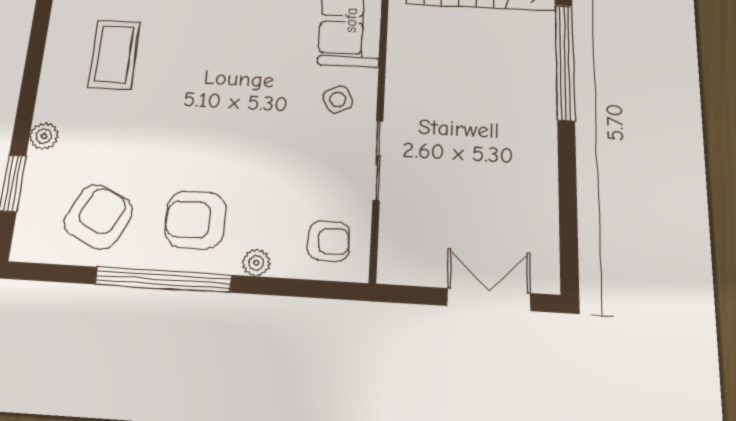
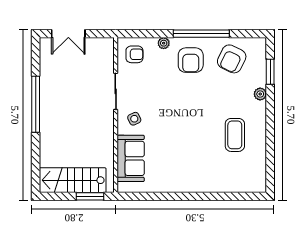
window: (565, 62) -> (36, 104), moved
armchair: (195, 220) -> (191, 60), turned 90
armchair: (329, 241) -> (134, 54), turned 180

